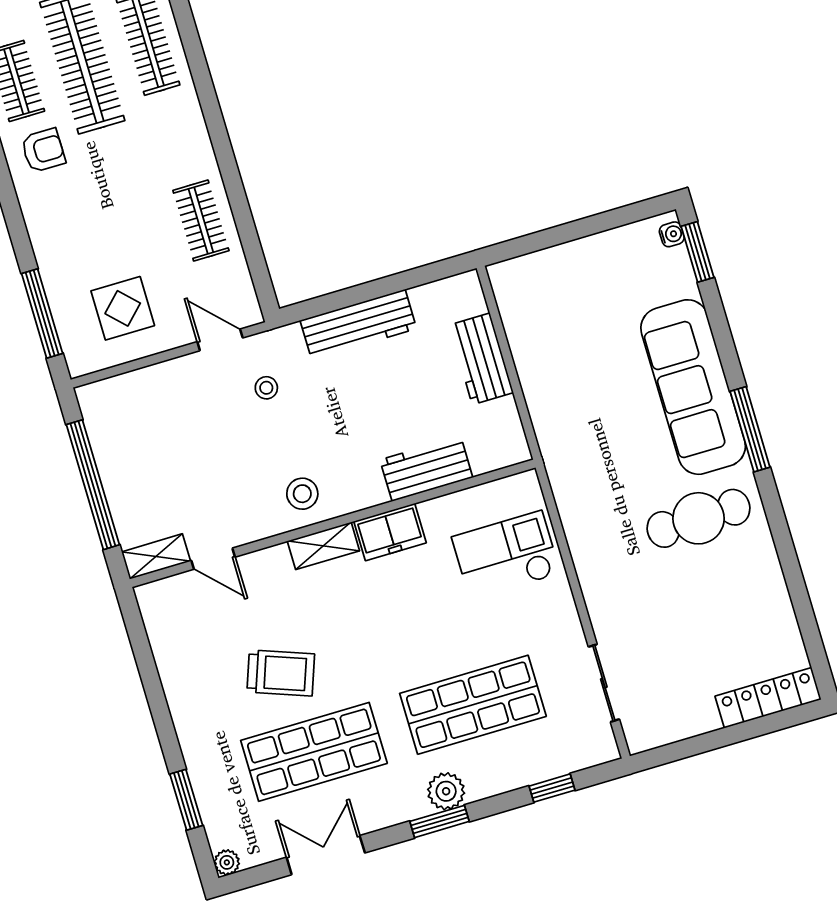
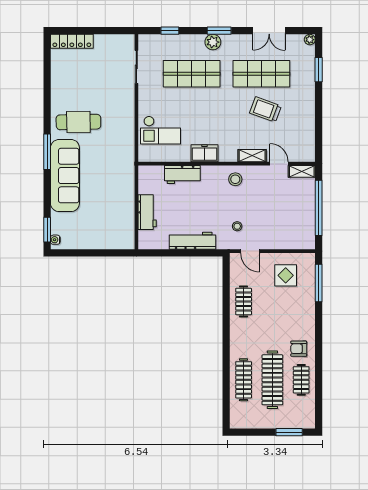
shelving: (323, 546) -> (252, 156), moved

